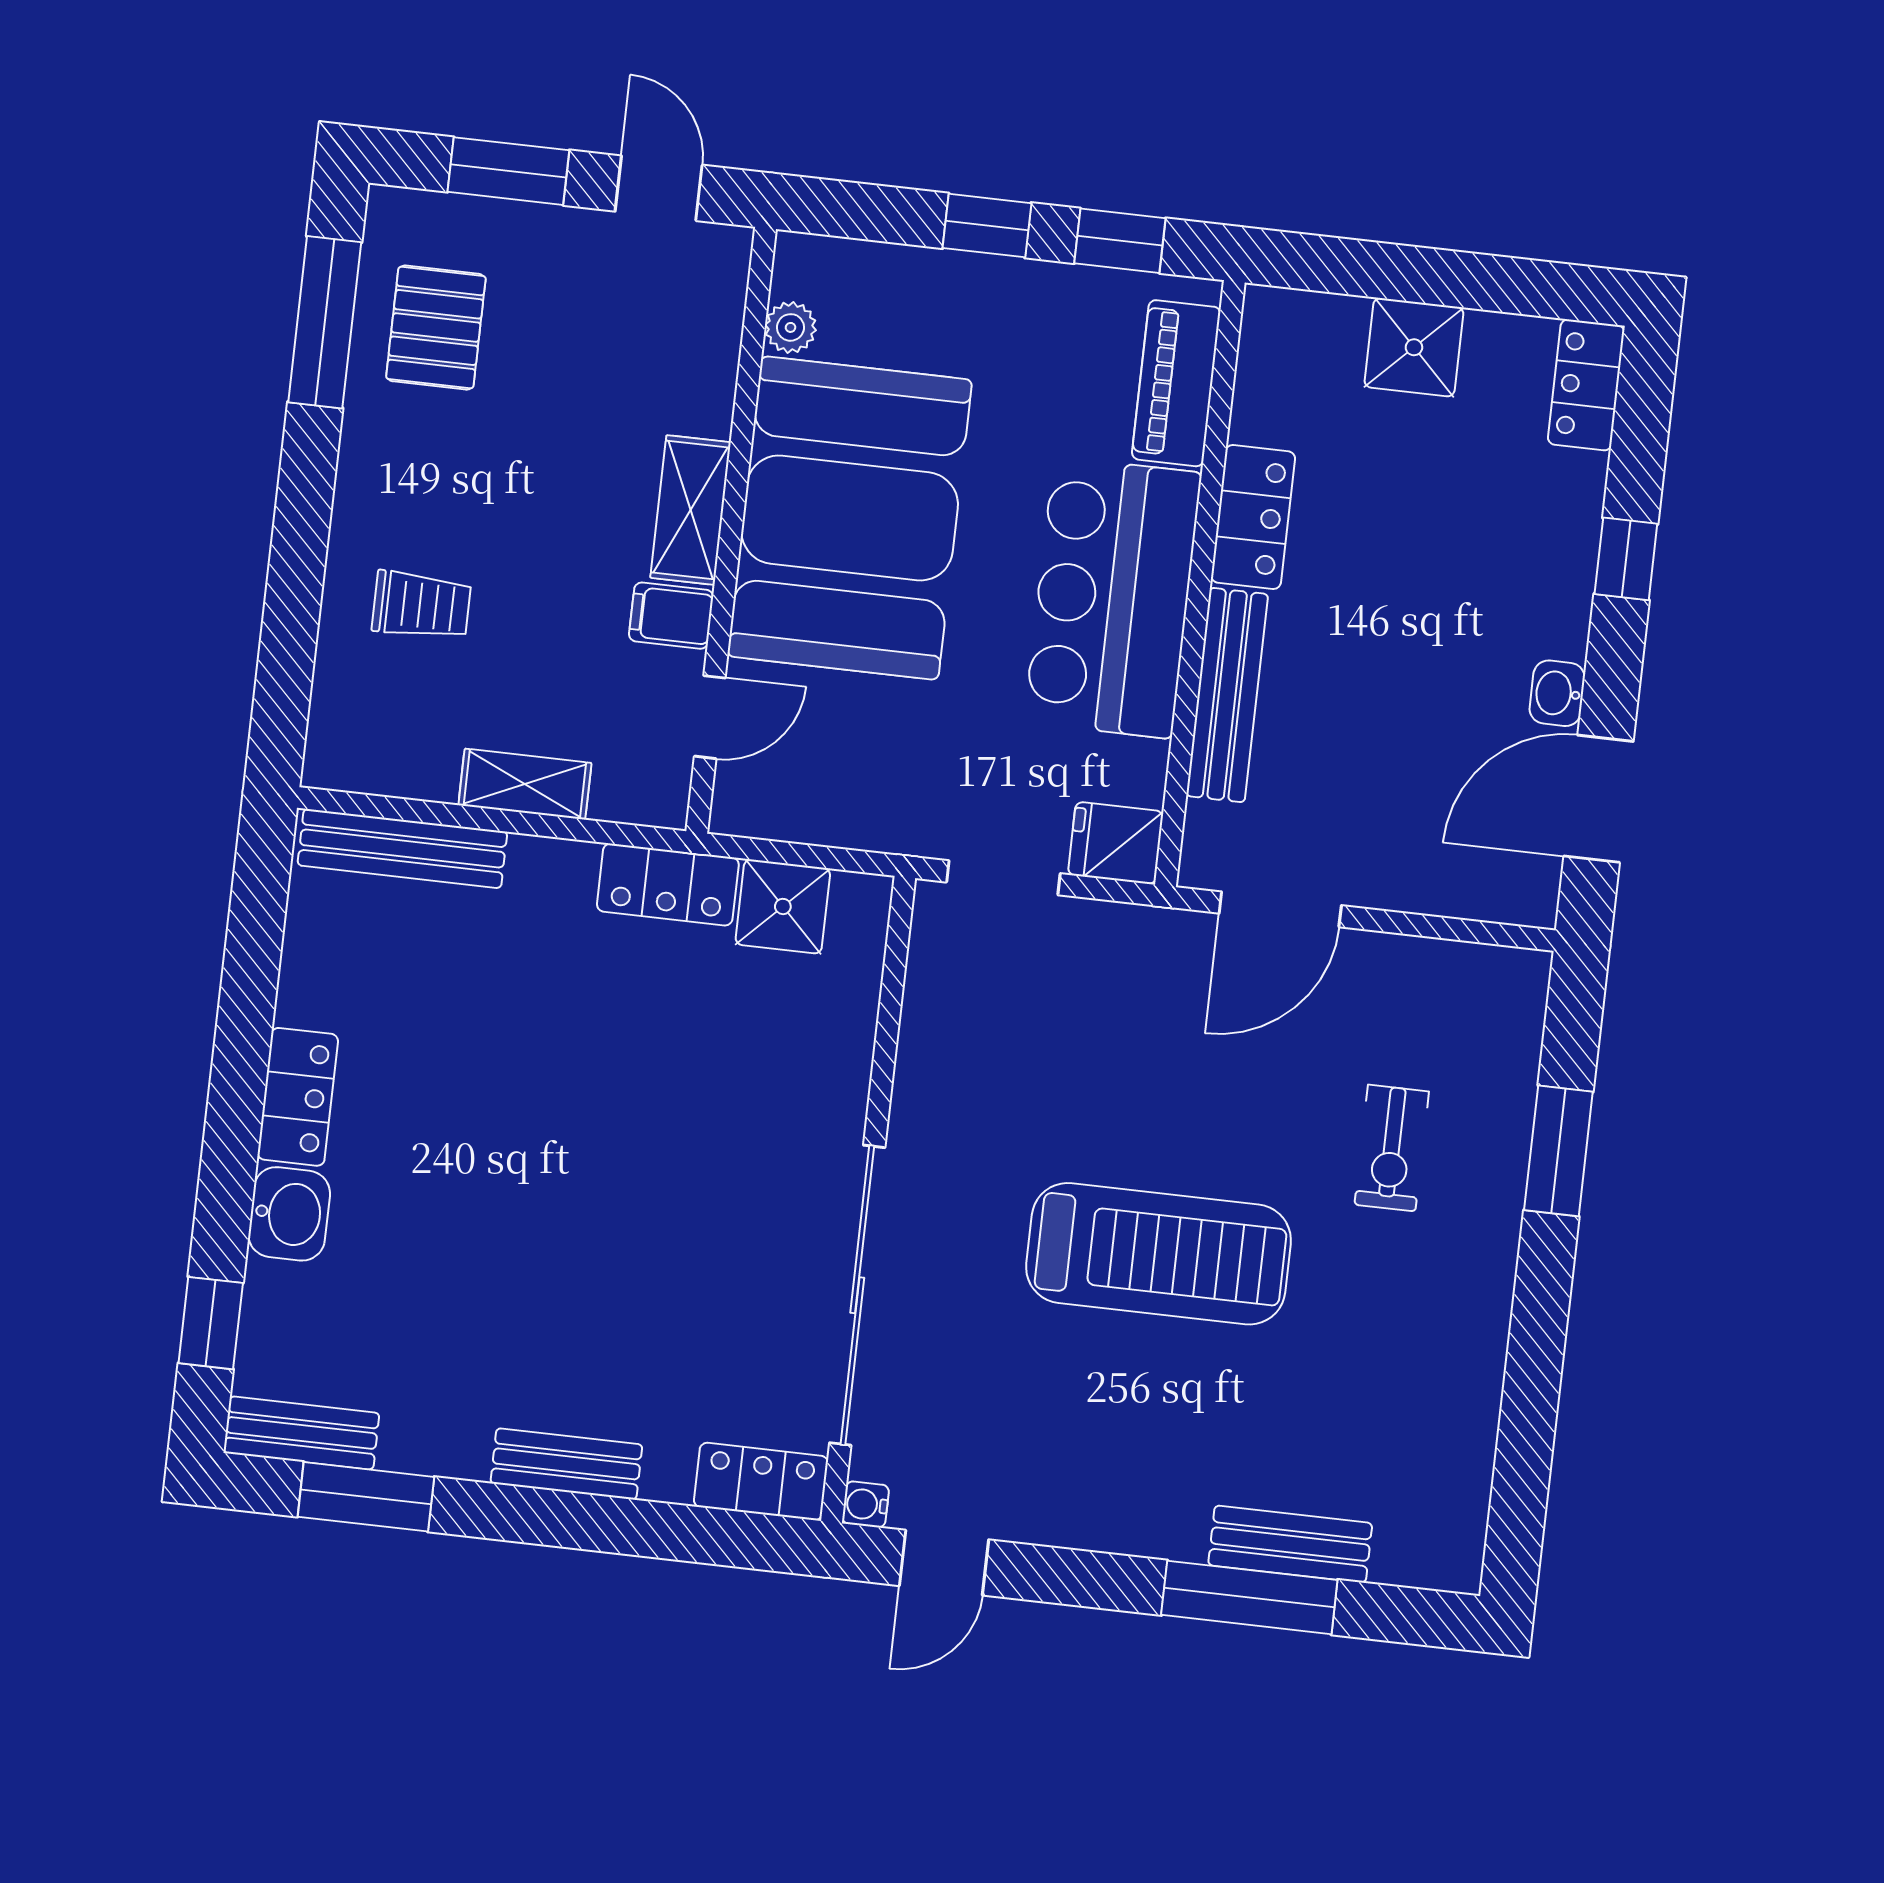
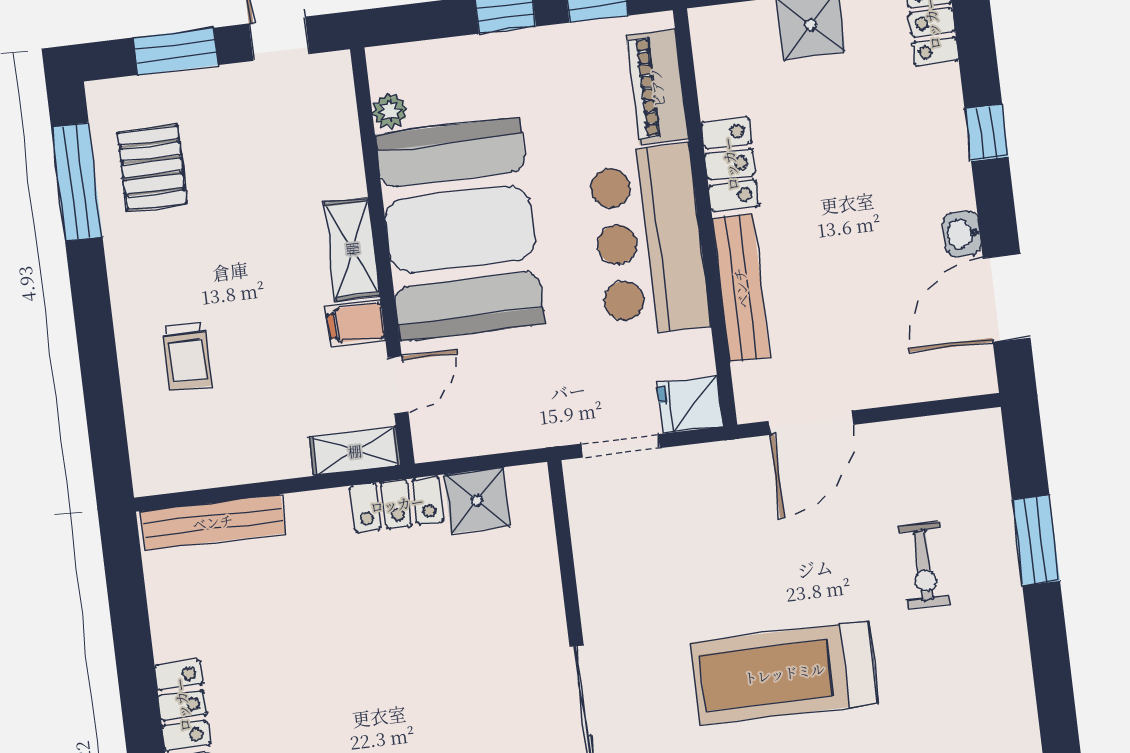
trolley: (421, 605) -> (187, 356), turned 90
shelving: (525, 784) -> (355, 451), moved
treadmill: (1159, 1254) -> (784, 673), turned 180

